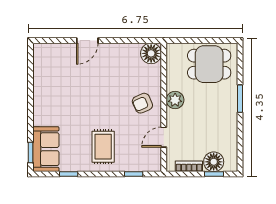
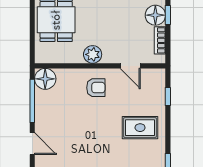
window: (129, 41) -> (32, 101), added
armchair: (142, 103) -> (96, 88), turned -66

